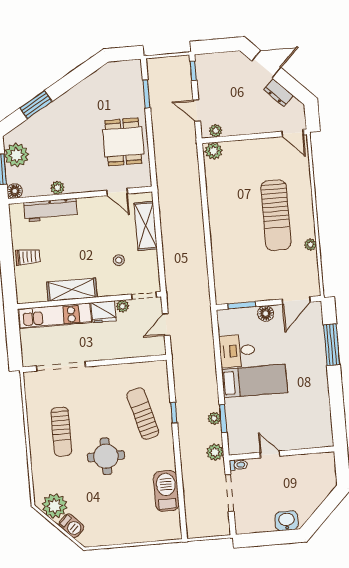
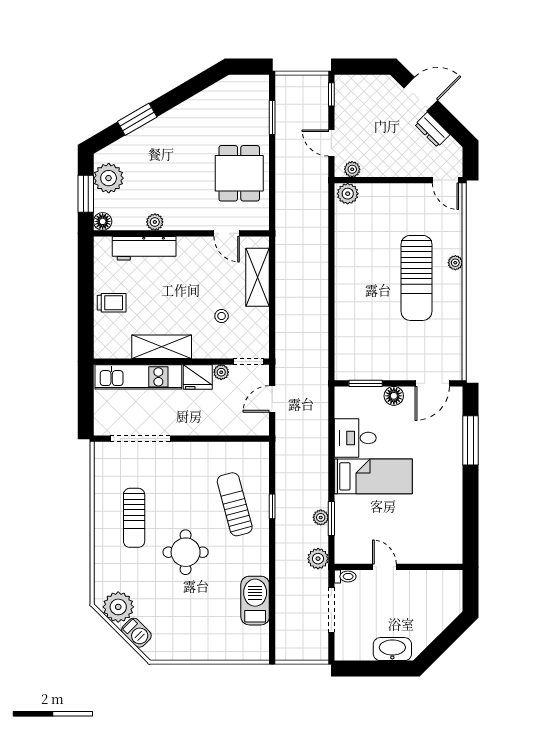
plant: (310, 245) -> (455, 263), moved
washbasin: (287, 521) -> (392, 649), width x1.38

